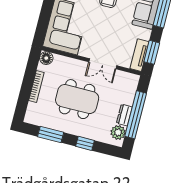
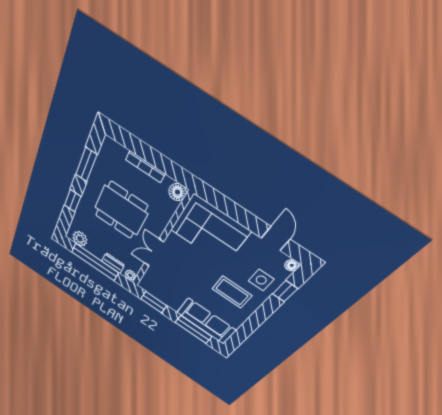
tv unit: (139, 55) -> (154, 291), removed
plant: (134, 79) -> (130, 275), added
dining table: (77, 99) -> (121, 210), turned 90
dresser: (124, 115) -> (113, 263), moved

